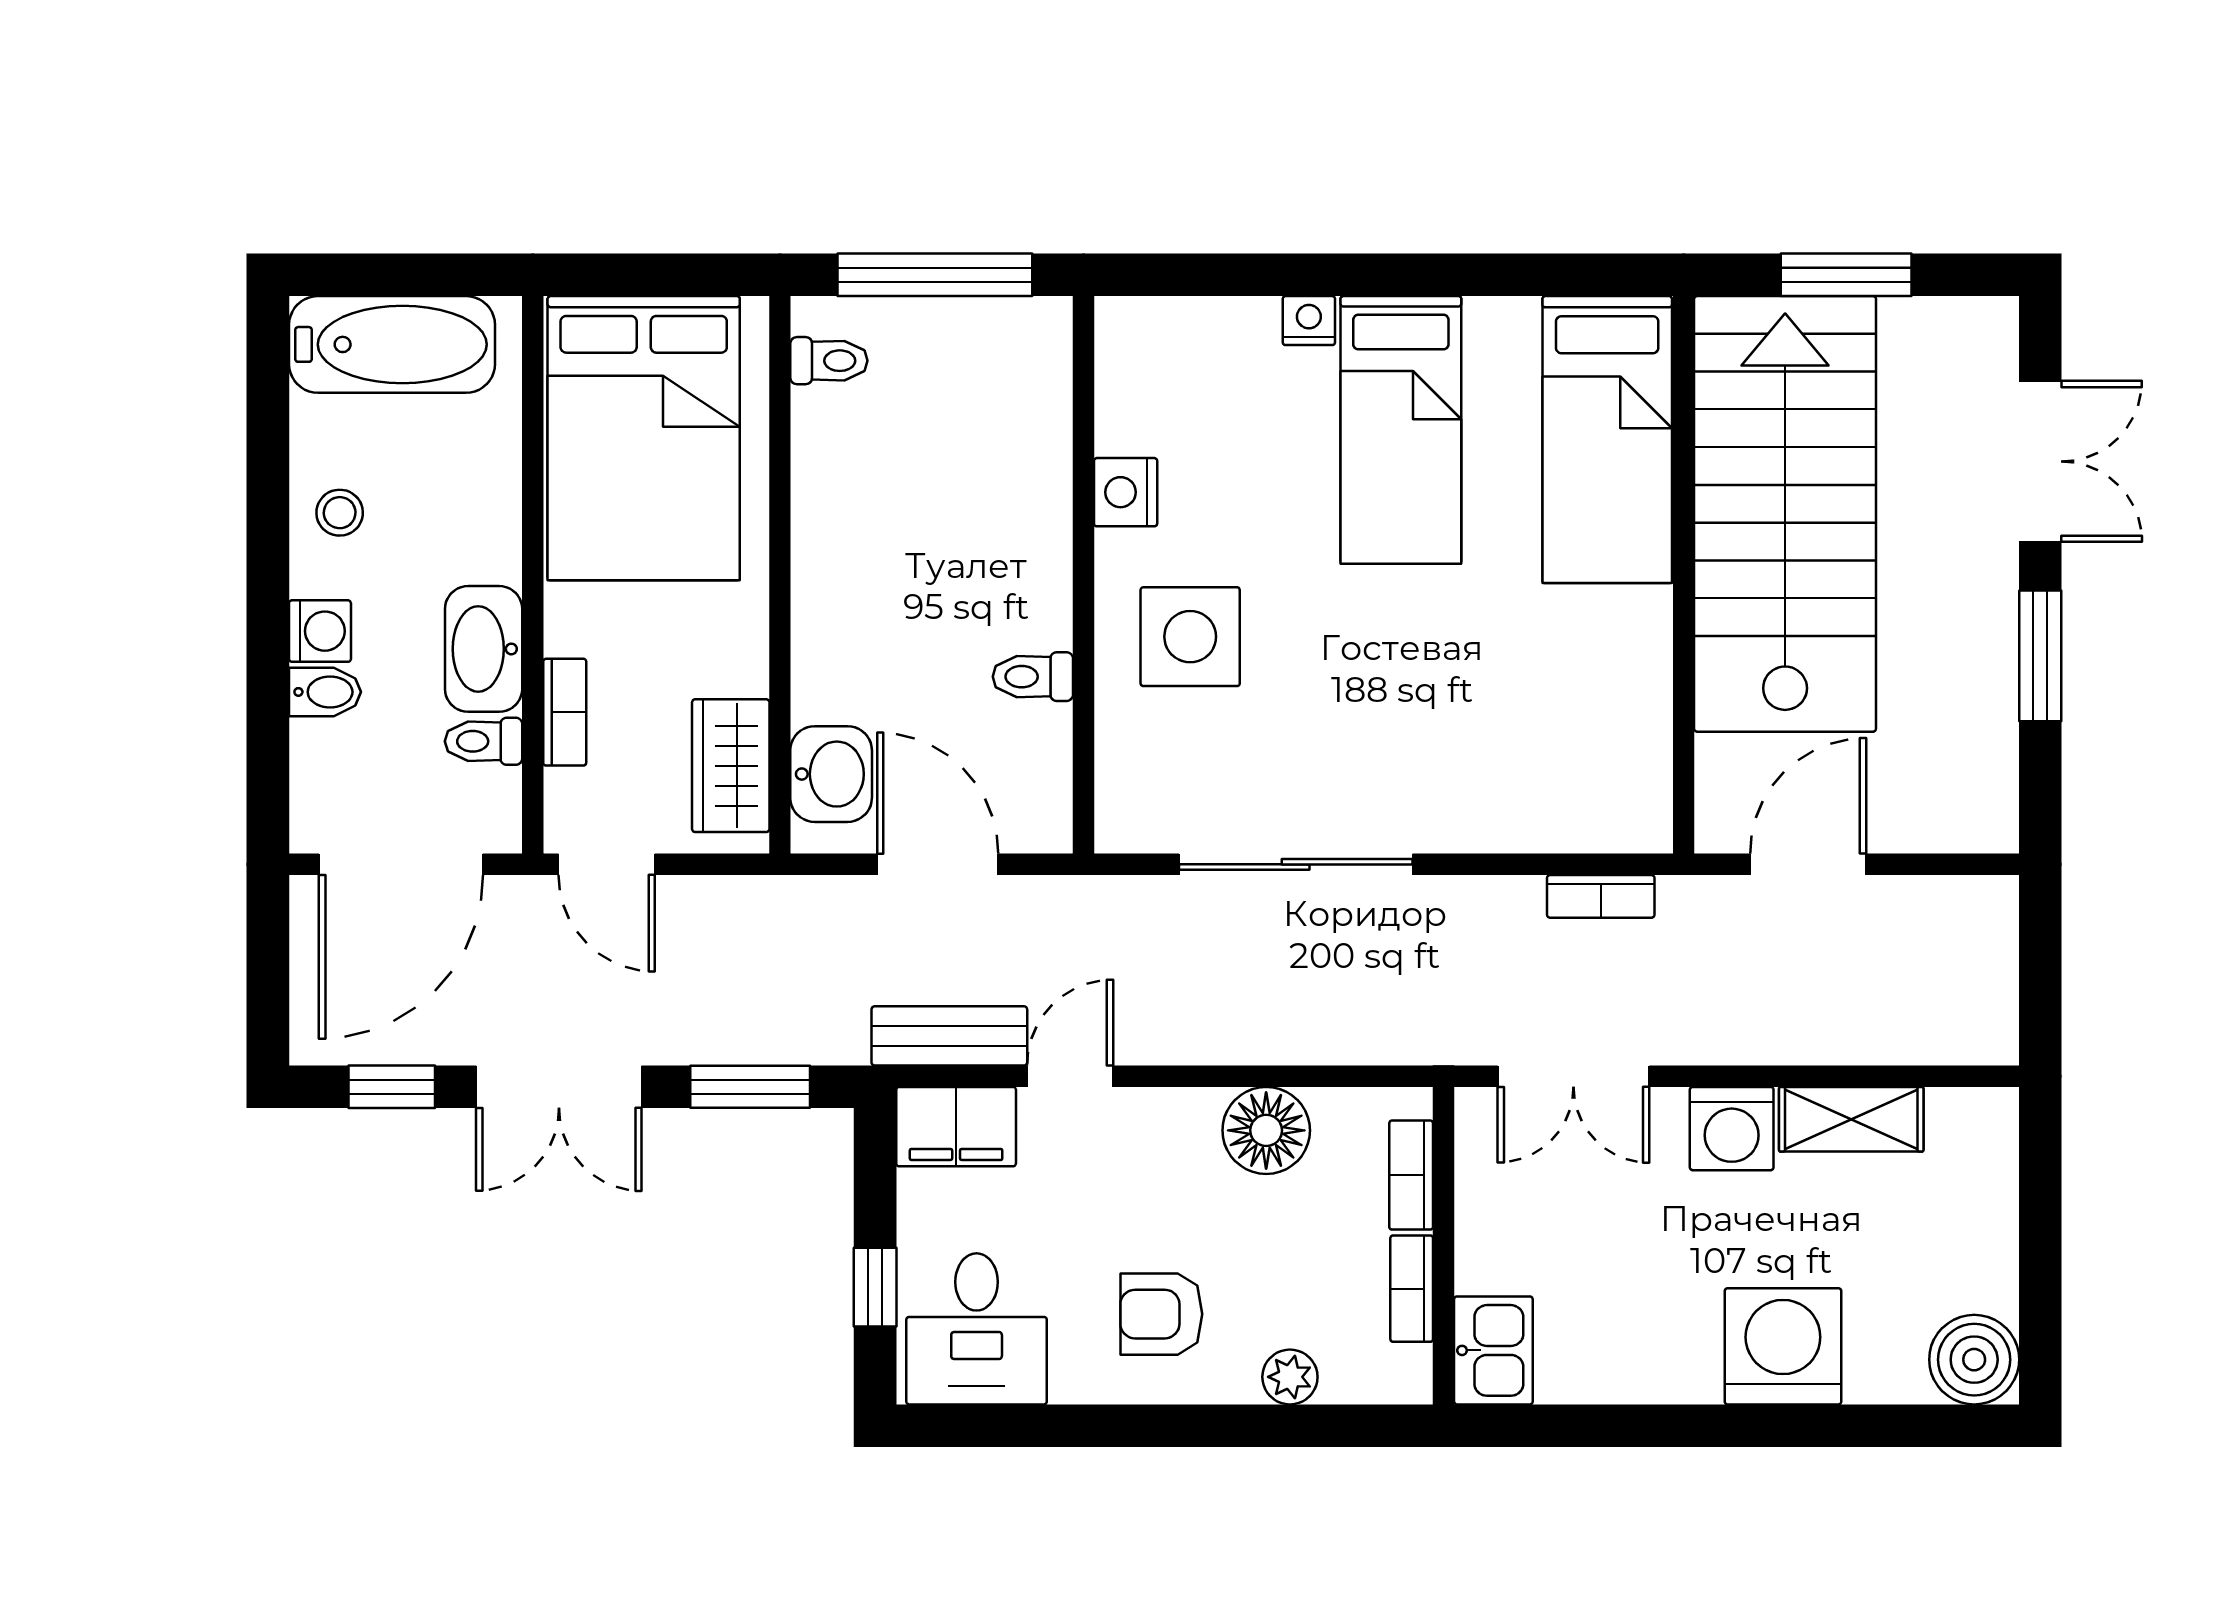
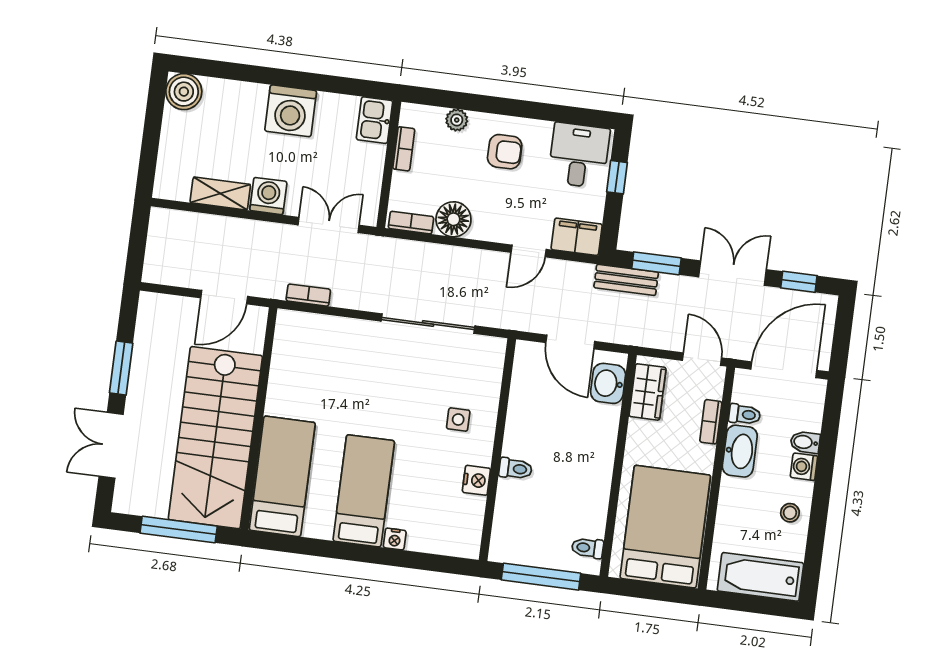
window: (1846, 275) -> (179, 530), width x1.44
side table: (1190, 637) -> (458, 420), width x0.54, depth x0.54
toilet: (1033, 677) -> (515, 469), moved
bench: (949, 1036) -> (626, 280), moved
bookcase: (1411, 1175) -> (411, 223), moved, turned -90
washing machine: (1783, 1346) -> (291, 111), moved

